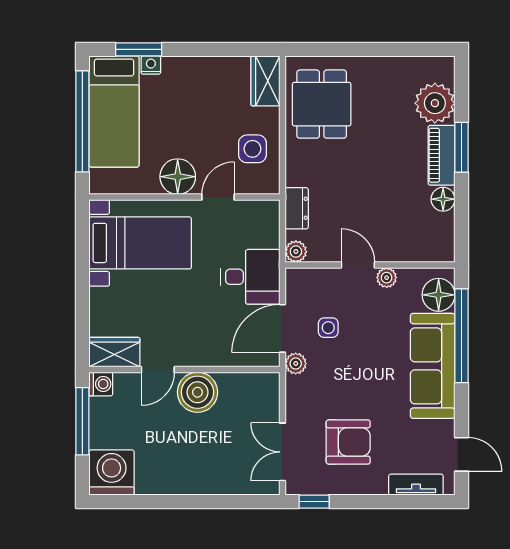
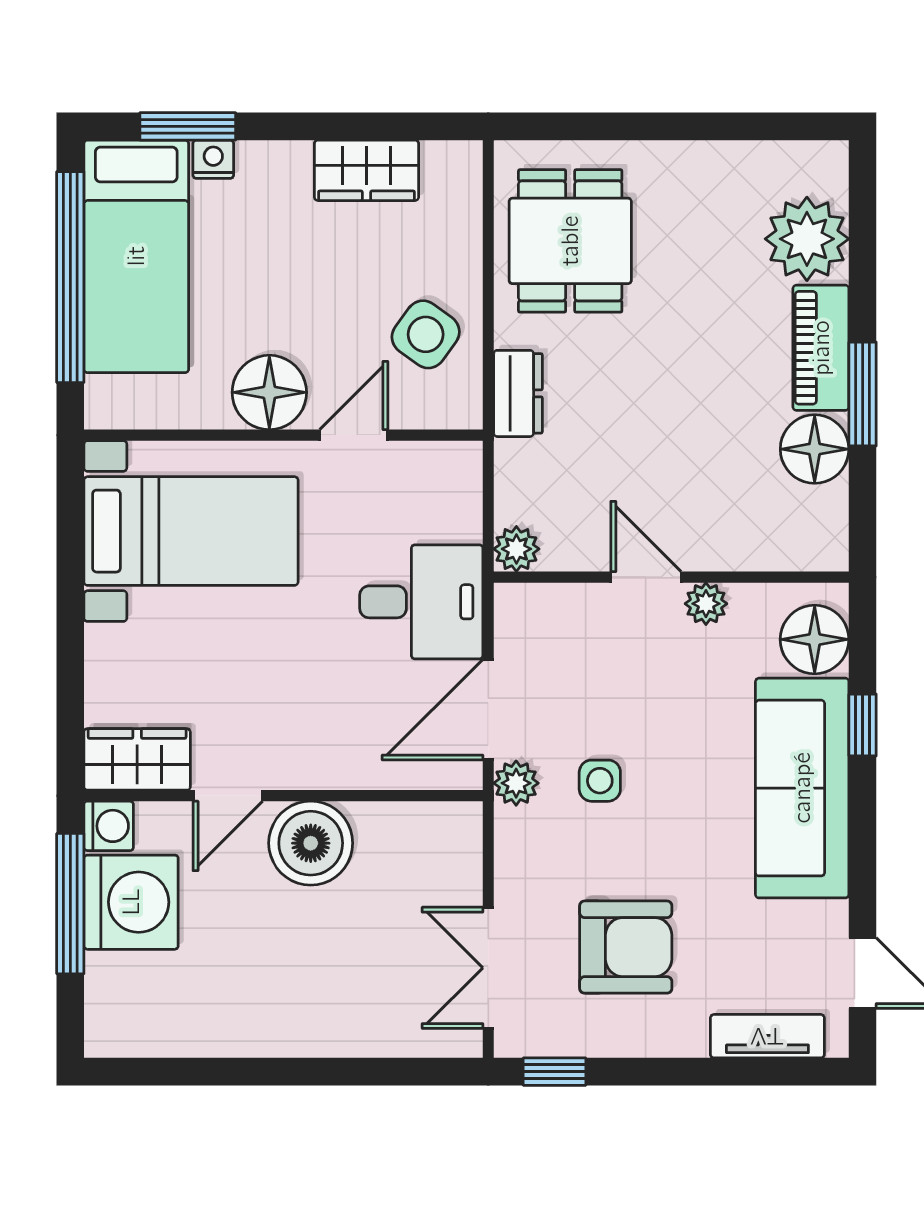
wardrobe: (265, 81) -> (366, 170), moved, turned -90
window: (461, 147) -> (863, 394), moved
side table: (252, 149) -> (426, 334), turned 36
floor lamp: (443, 199) -> (815, 449), width x1.38, depth x1.38
dresser: (297, 208) -> (518, 393), moved
side table: (328, 328) -> (600, 781), moved
window: (461, 336) -> (863, 725), width x0.32
washing machine: (112, 472) -> (131, 902), moved, turned 90

